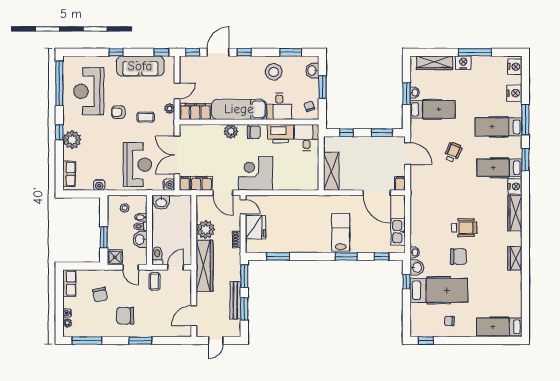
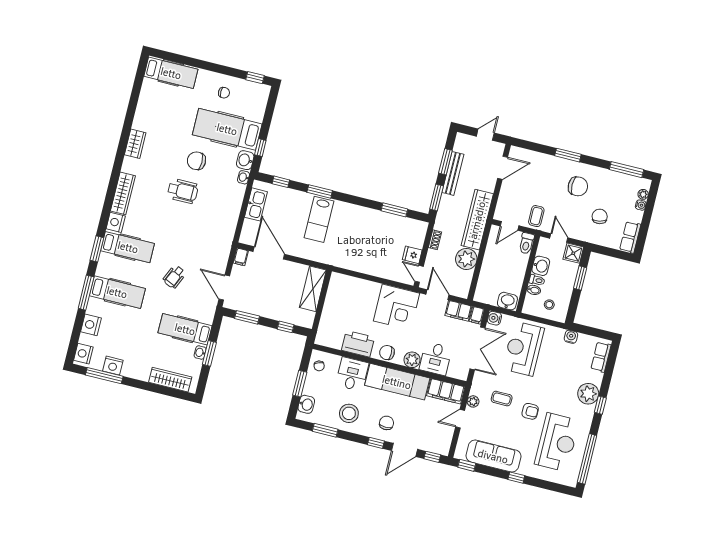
window: (475, 52) -> (104, 376), moved
nightstand: (463, 63) -> (113, 366), moved
chair: (239, 72) -> (386, 423), added
desk: (307, 137) -> (436, 359), moved
fridge: (256, 227) -> (412, 255), width x0.53, depth x0.75
wheelchair: (464, 228) -> (183, 191), turned 180

